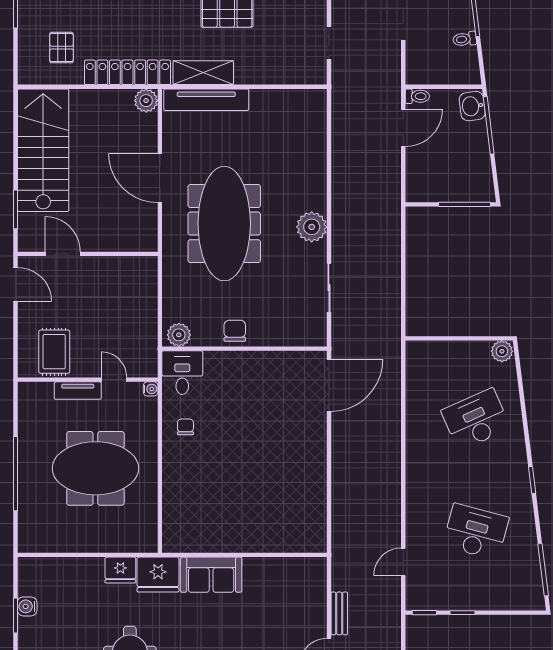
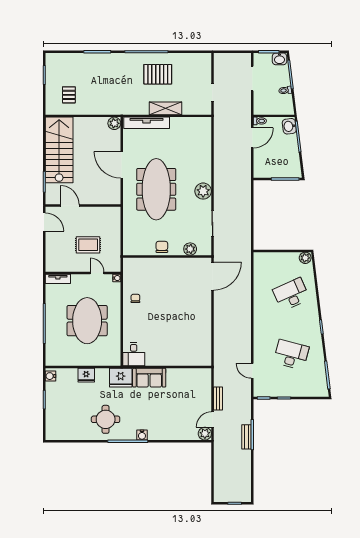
locker: (127, 72) -> (104, 108), removed
shelving: (203, 73) -> (166, 108), moved
plant: (179, 335) -> (190, 249), moved
rug: (54, 352) -> (88, 245), moved, turned 90
desk: (182, 373) -> (134, 354), moved, turned 180
tv unit: (78, 391) -> (58, 279), moved
meeting table: (95, 468) -> (87, 321), turned 90
door: (403, 562) -> (252, 371), hinge flipped
fridge: (120, 570) -> (86, 375), moved
water cooler: (27, 606) -> (50, 376), moved

